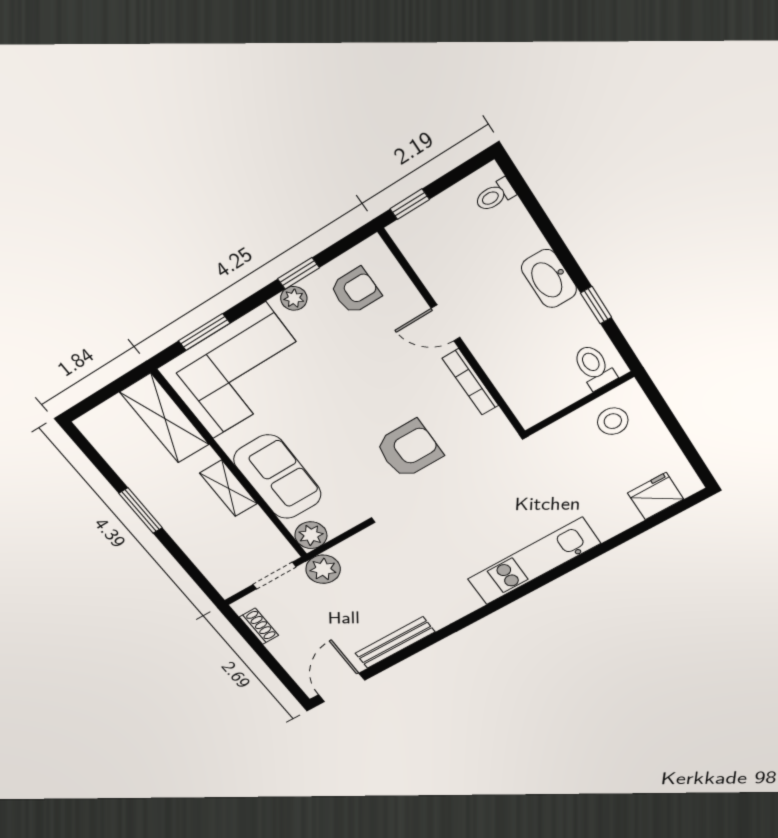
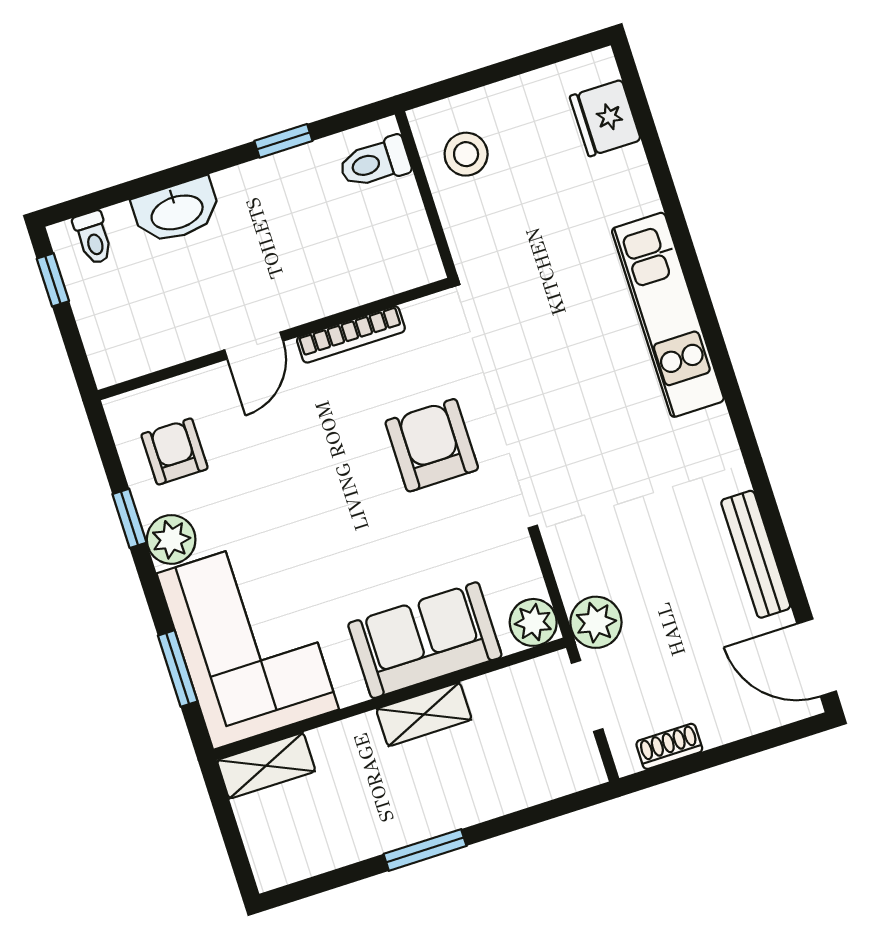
window: (410, 204) -> (53, 280), moved
washbasin: (549, 279) -> (177, 211), moved
plant: (294, 298) -> (171, 539), width x1.38, depth x1.38
shelving: (165, 418) -> (266, 766), width x0.67, depth x0.75

